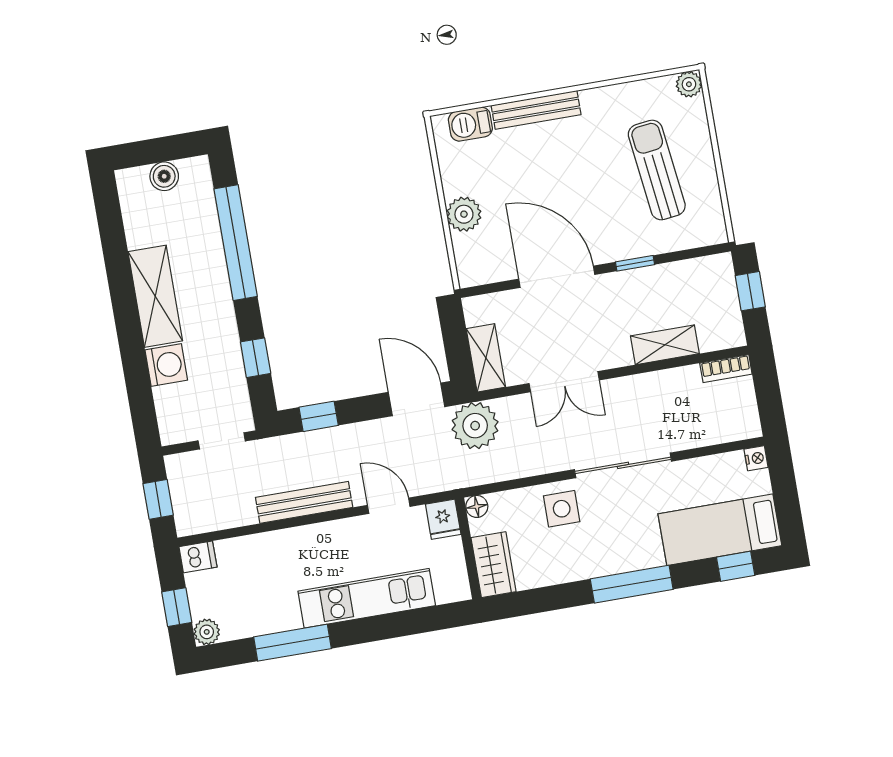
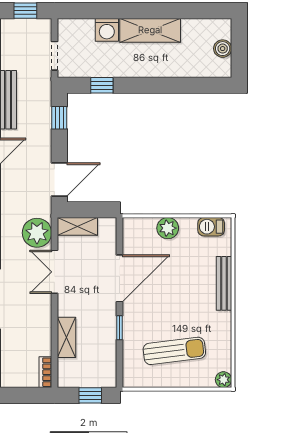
barbecue: (470, 124) -> (211, 227), moved, turned -90
window: (236, 243) -> (174, 85), removed
plant: (475, 426) -> (37, 233), moved

